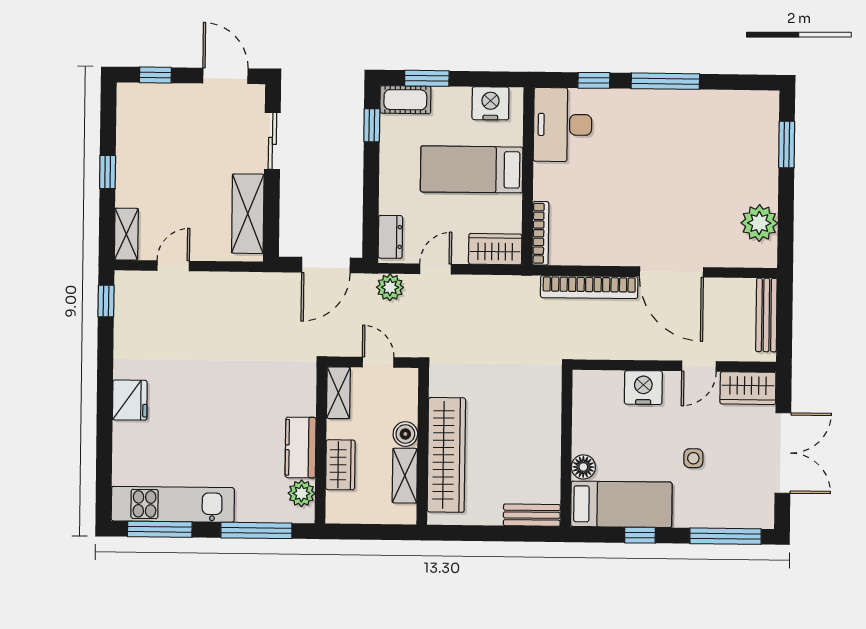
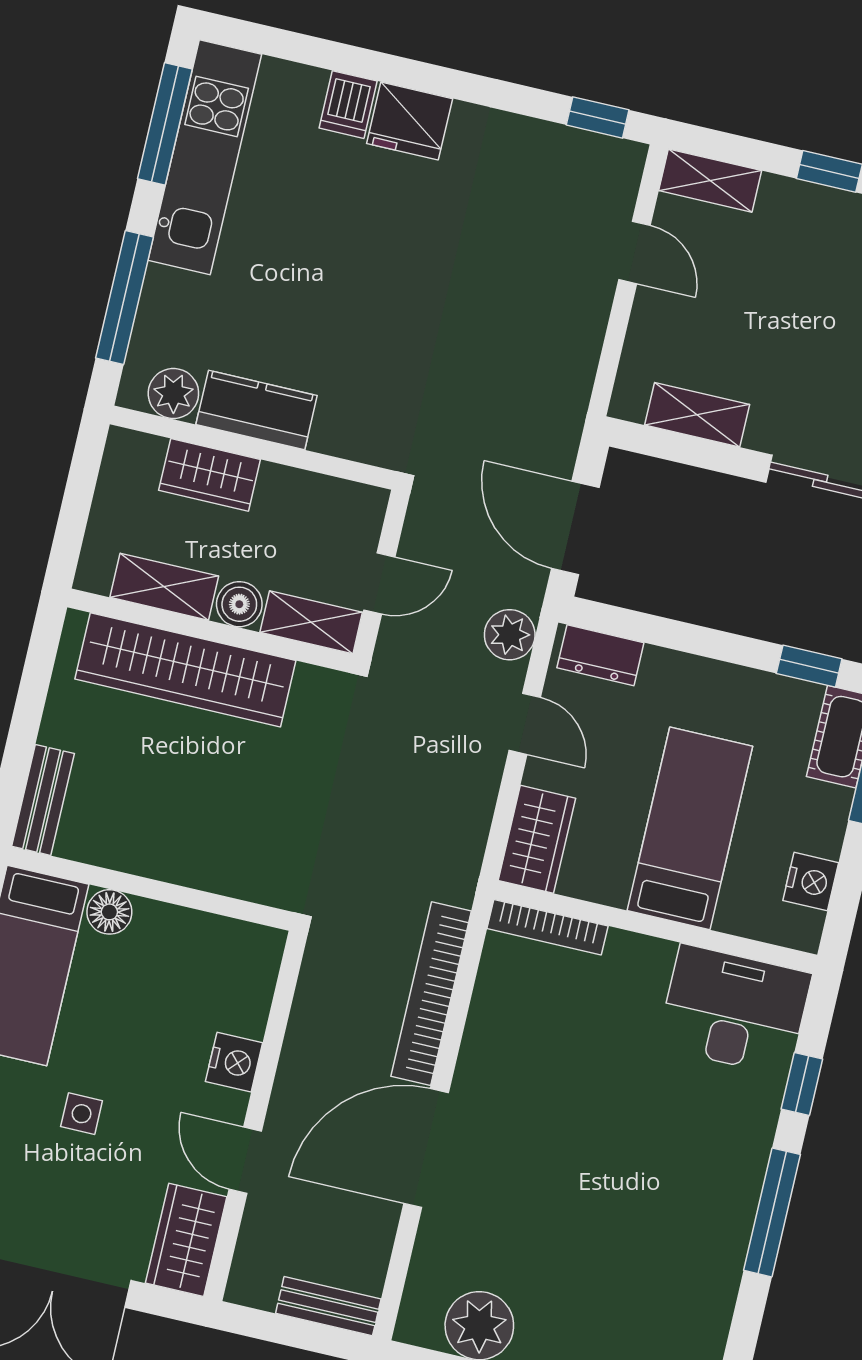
nightstand: (490, 103) -> (811, 882), width x0.74, depth x0.75
shelving: (248, 214) -> (697, 415), width x0.67, depth x0.75
bench: (766, 315) -> (328, 1306), width x0.73
nightstand: (643, 388) -> (234, 1062), width x0.74, depth x0.75
shelving: (338, 393) -> (311, 622), moved
dishwasher: (128, 435) -> (348, 105), added

